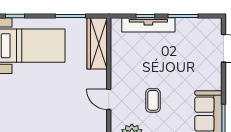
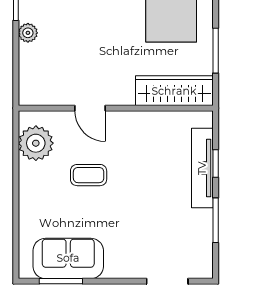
door: (109, 99) -> (90, 108), swing flipped

